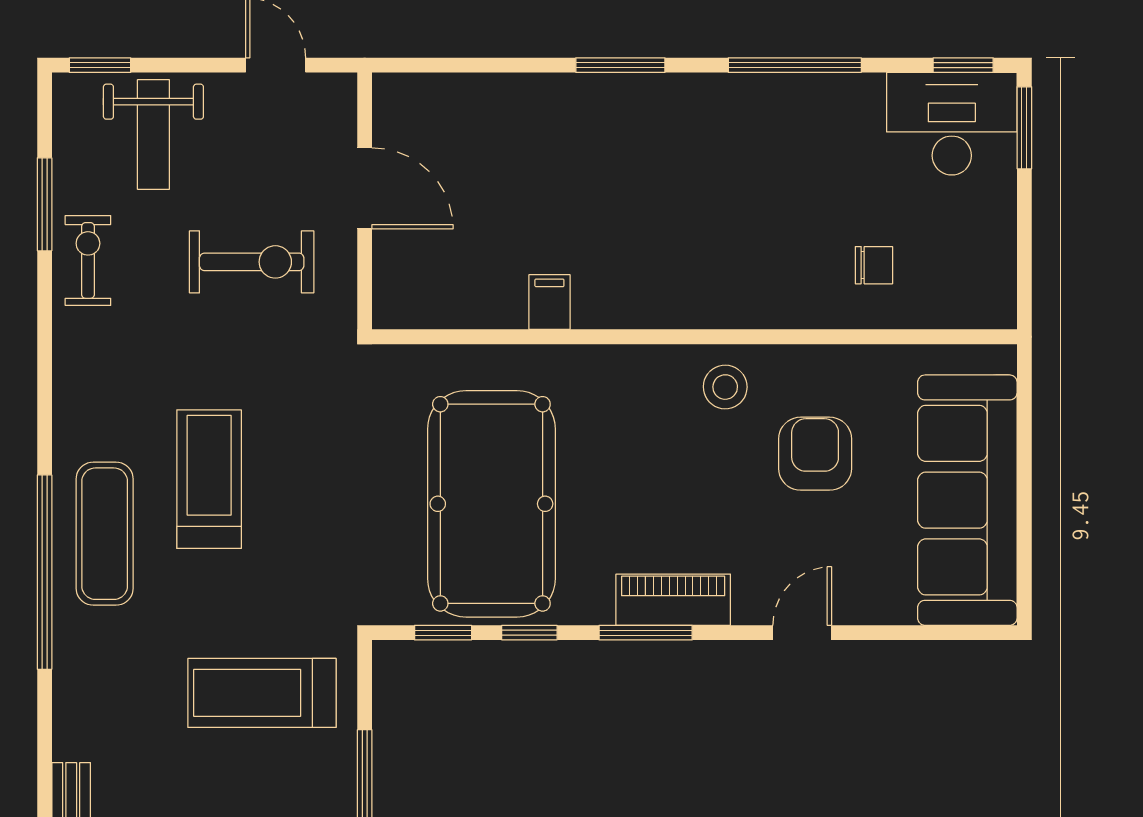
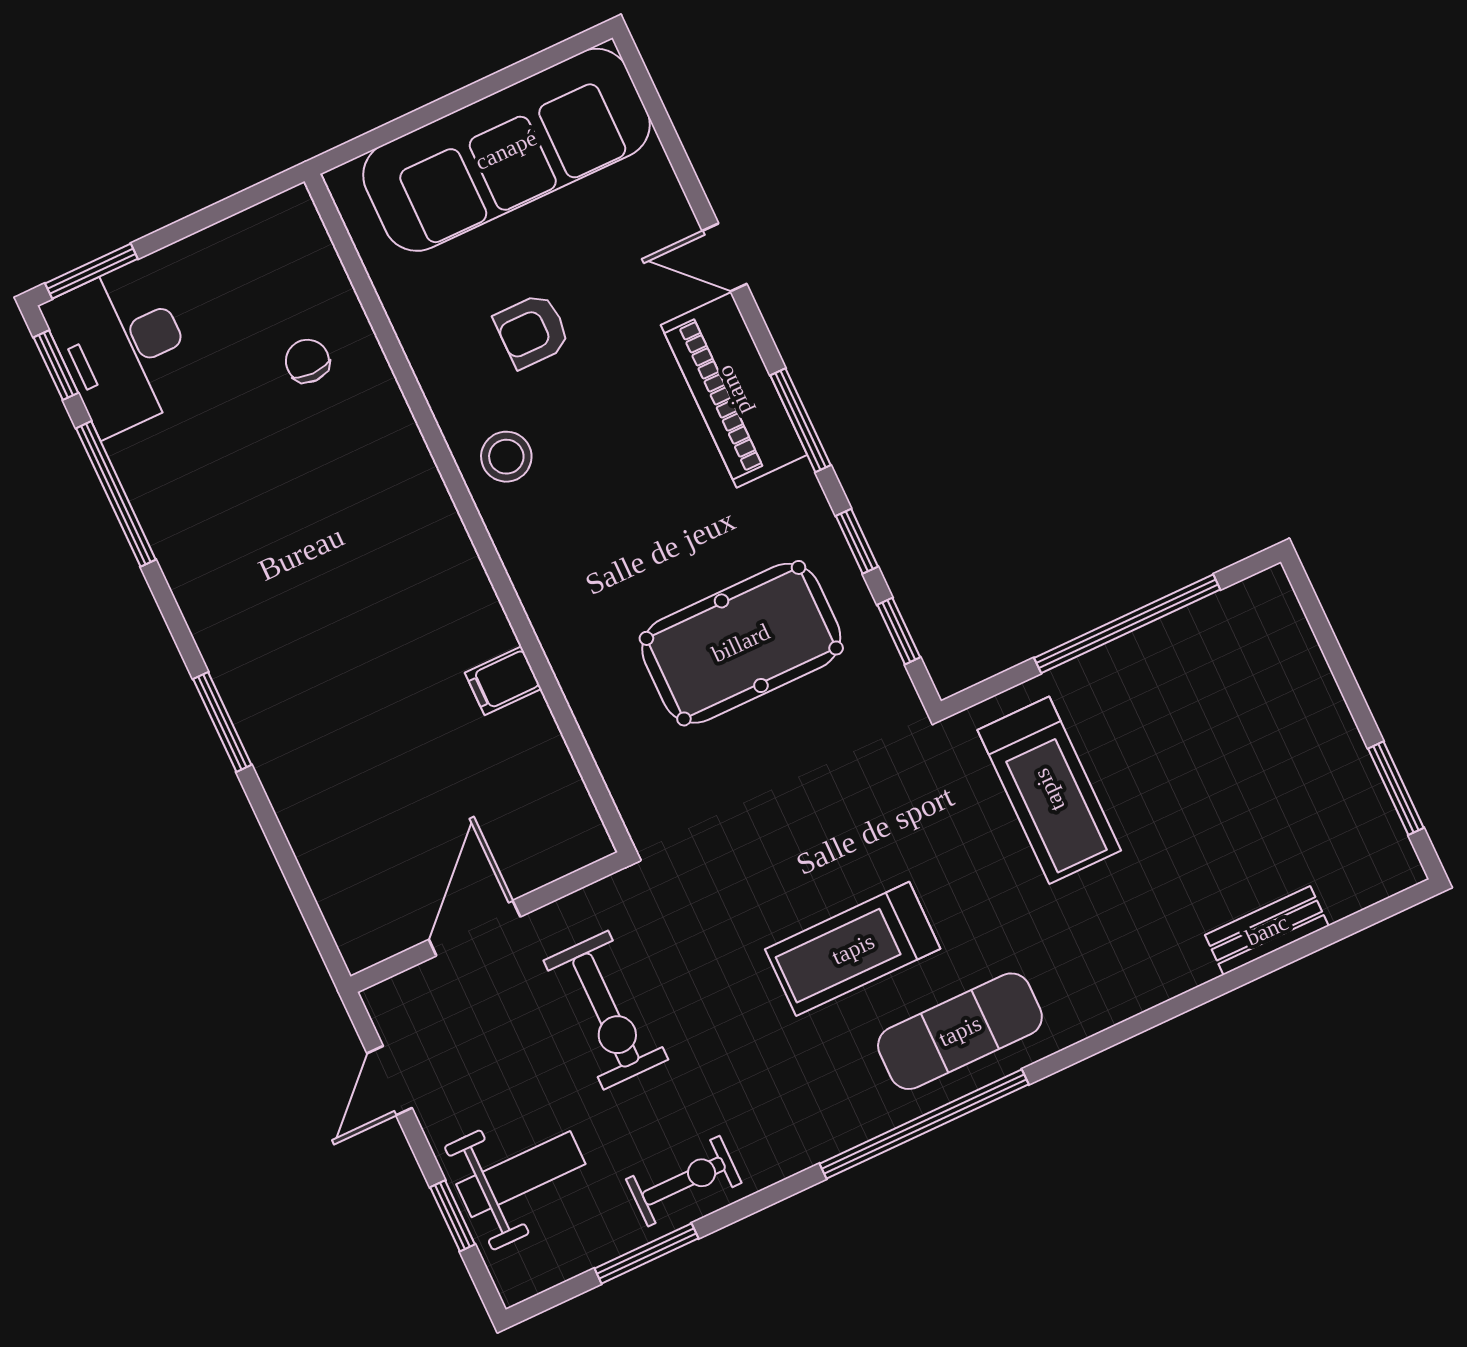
window: (100, 65) -> (453, 1216), moved
window: (795, 65) -> (116, 494), moved
exercise bike: (88, 260) -> (684, 1181), turned 180
exercise bike: (252, 262) -> (606, 1010), turned 180
armchair: (815, 454) -> (532, 331), width x0.72, depth x0.72
pool table: (491, 504) -> (741, 643), width x0.73, depth x0.76
window: (45, 572) -> (924, 1124), moved
piano: (673, 600) -> (734, 390), width x1.37, depth x1.33

